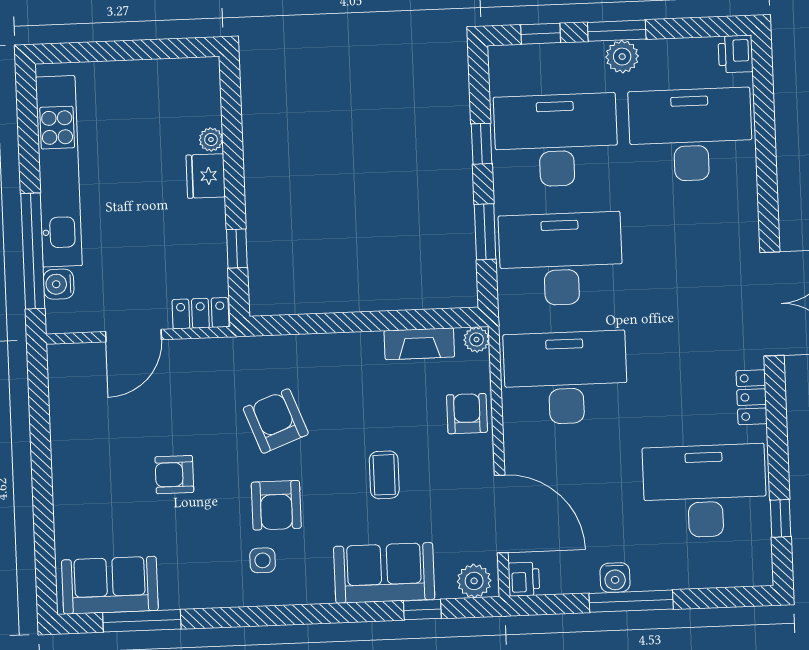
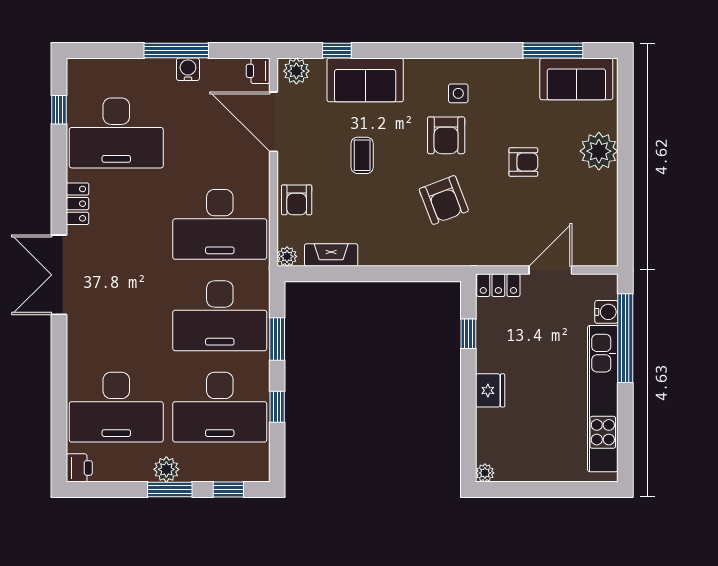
plant: (211, 139) -> (485, 473), moved
plant: (77, 493) -> (599, 151), added
armchair: (276, 505) -> (446, 135), turned 180

